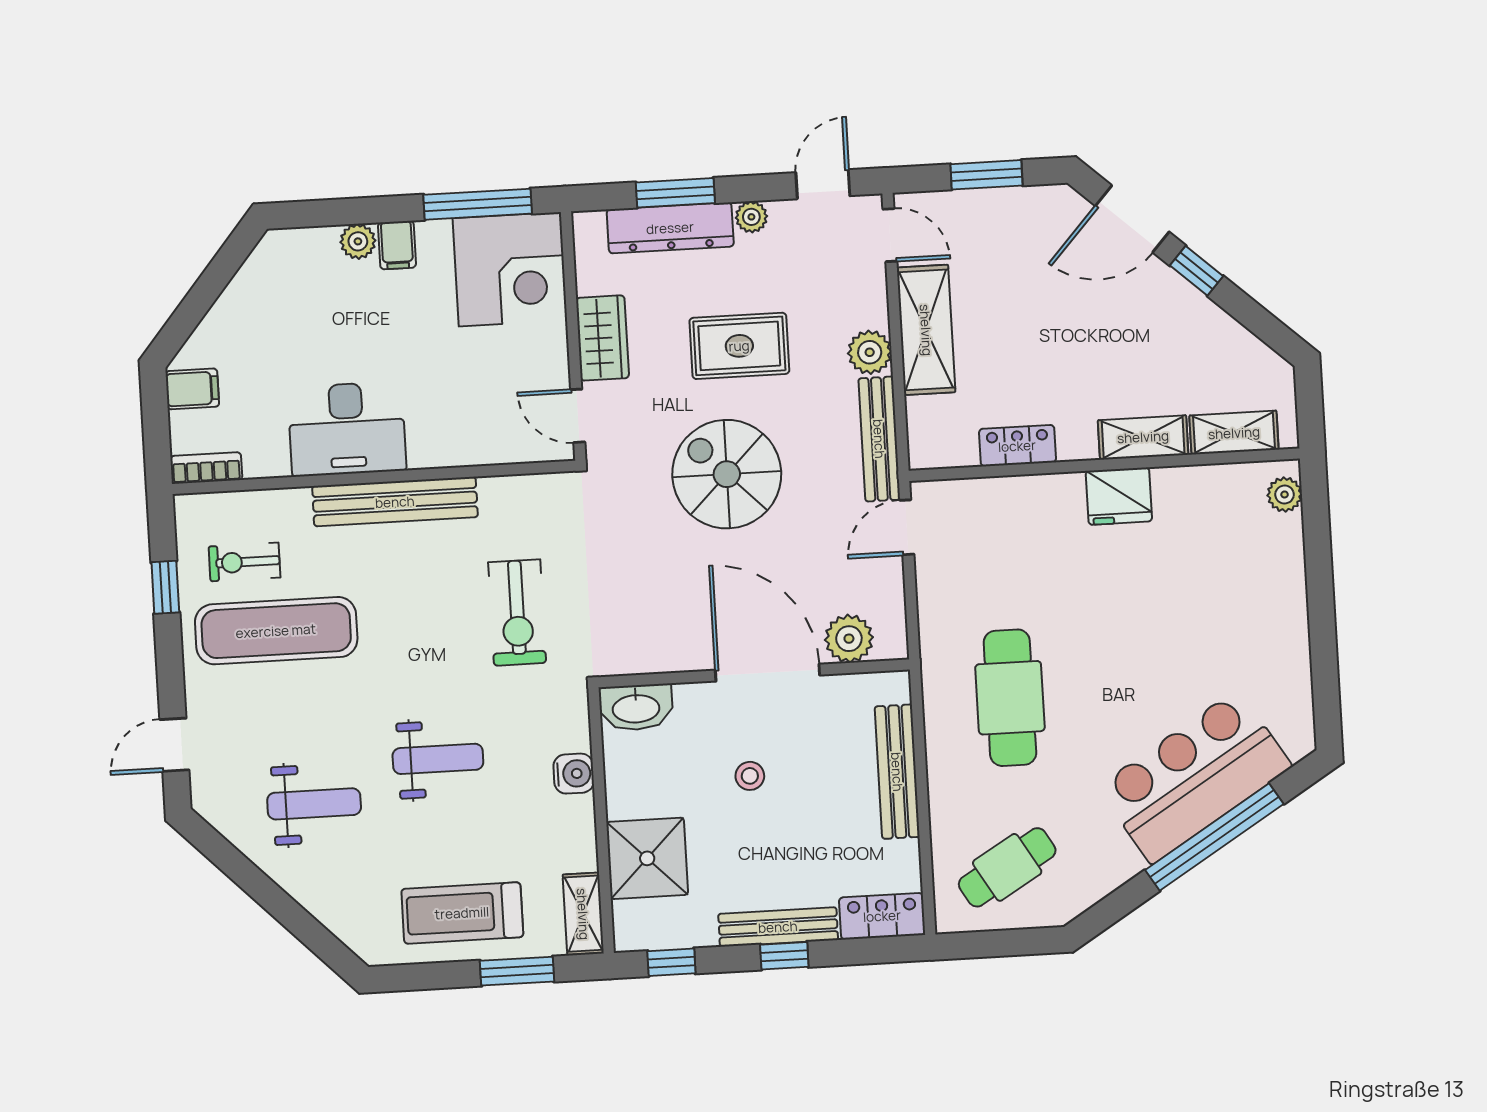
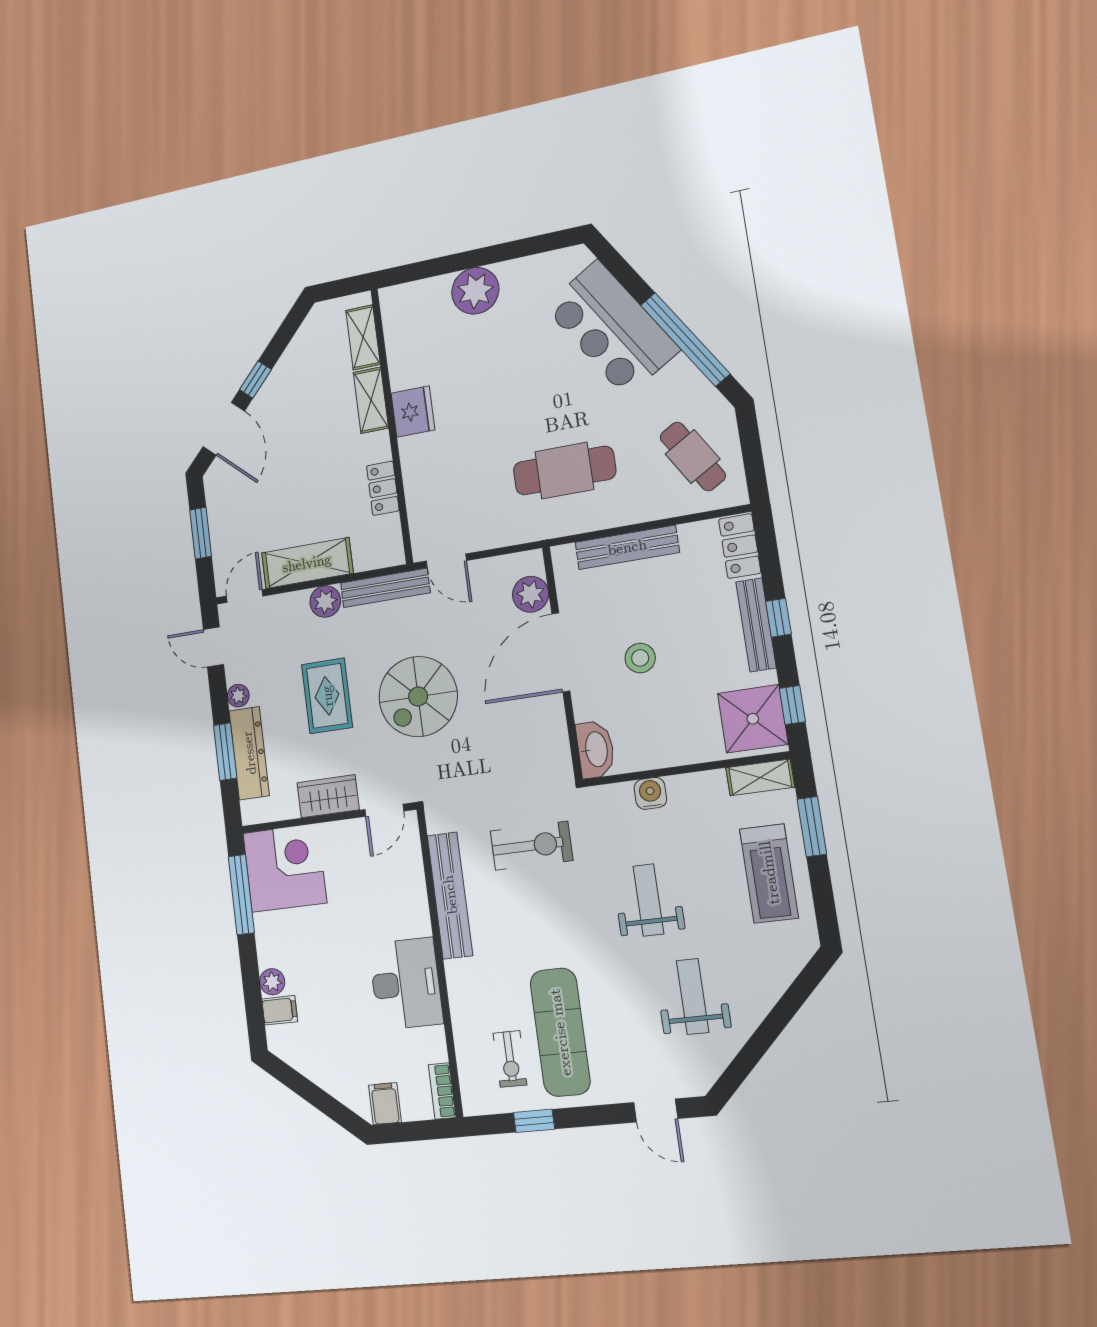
filing cabinet: (397, 245) -> (280, 1010), moved
plant: (1285, 495) -> (475, 291), moved, width x1.88, depth x1.88
bench: (395, 502) -> (450, 895), moved
stool: (750, 776) -> (640, 658), width x1.37, depth x1.37
window: (1214, 837) -> (685, 339), moved
shower: (647, 858) -> (753, 719), moved

